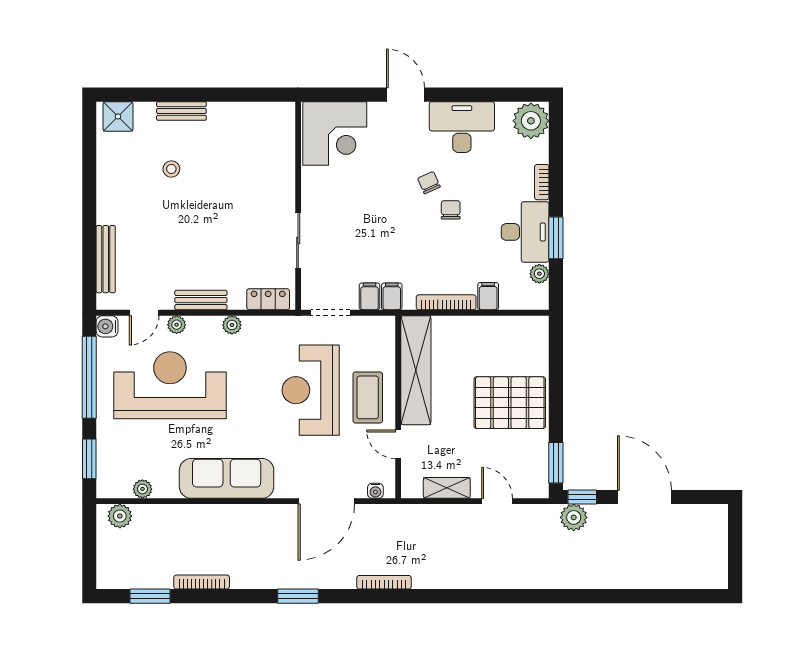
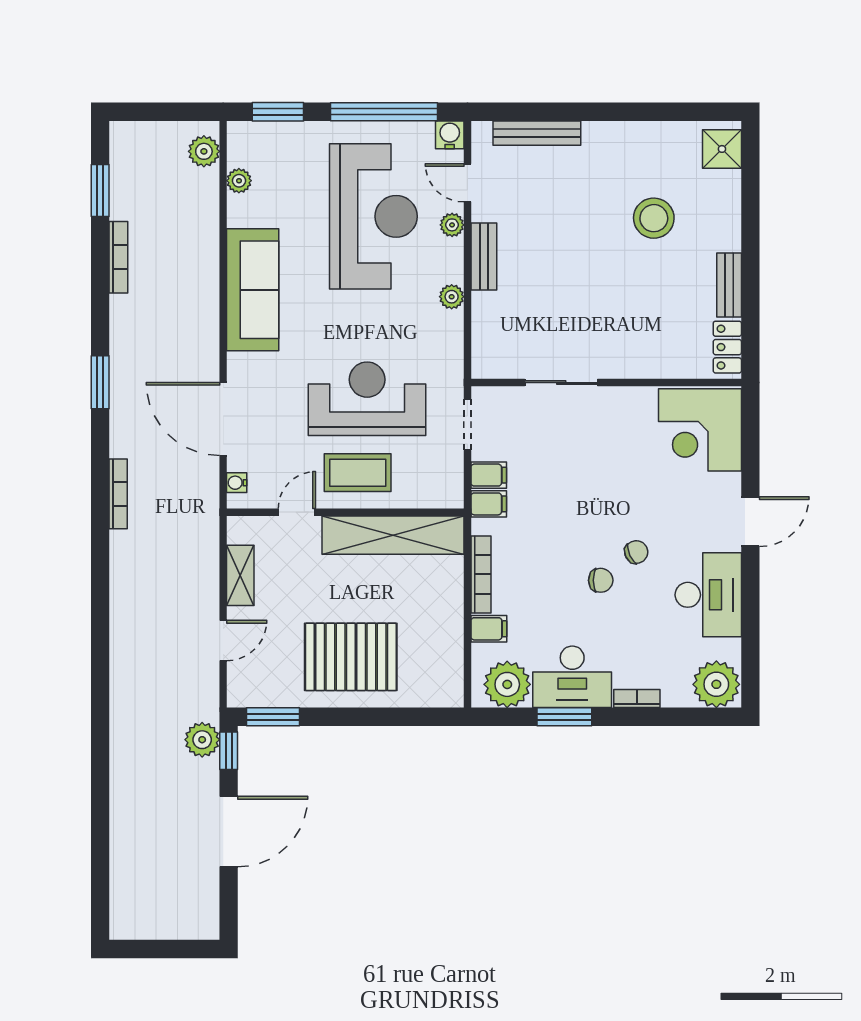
bench: (181, 111) -> (729, 285), moved
stool: (171, 169) -> (654, 218), width x1.89, depth x1.89
plant: (539, 274) -> (507, 684), width x1.88, depth x1.88
locker: (268, 299) -> (727, 347), moved, turned 180
pallet: (510, 403) -> (351, 657), turned 90

